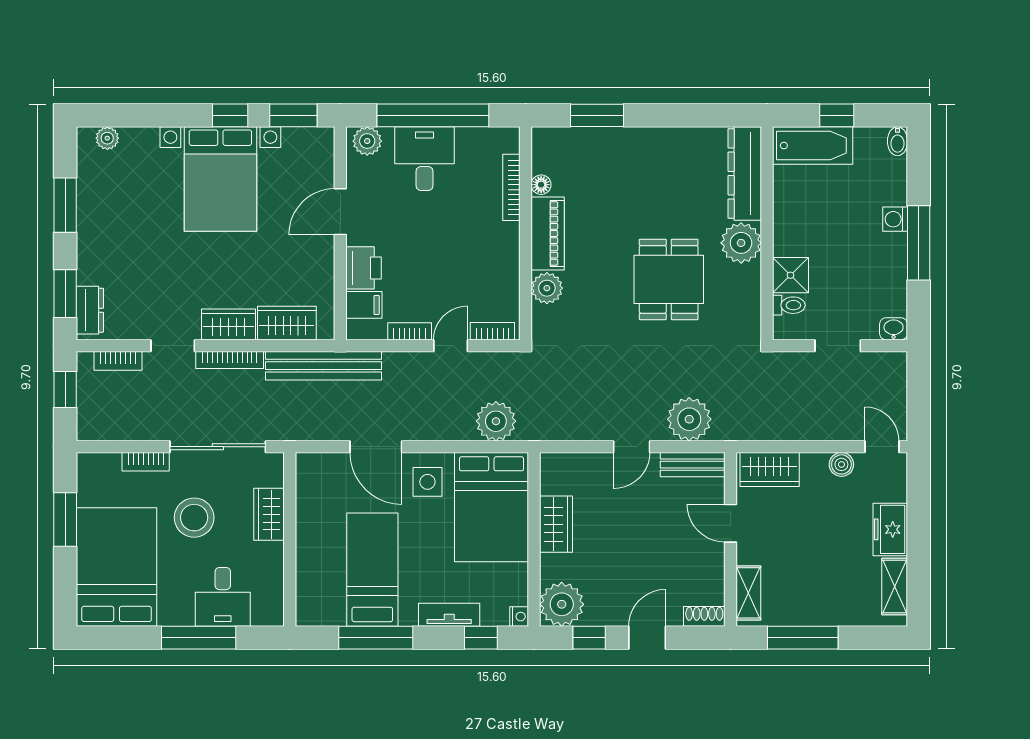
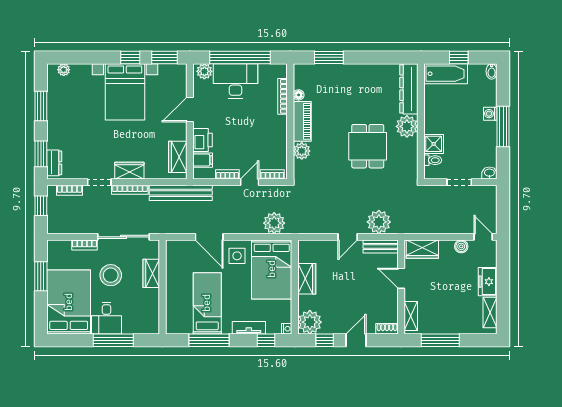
desk: (425, 159) -> (235, 81), width x1.37
wardrobe: (287, 323) -> (178, 157), moved, turned -90
desk: (223, 597) -> (106, 318), moved

